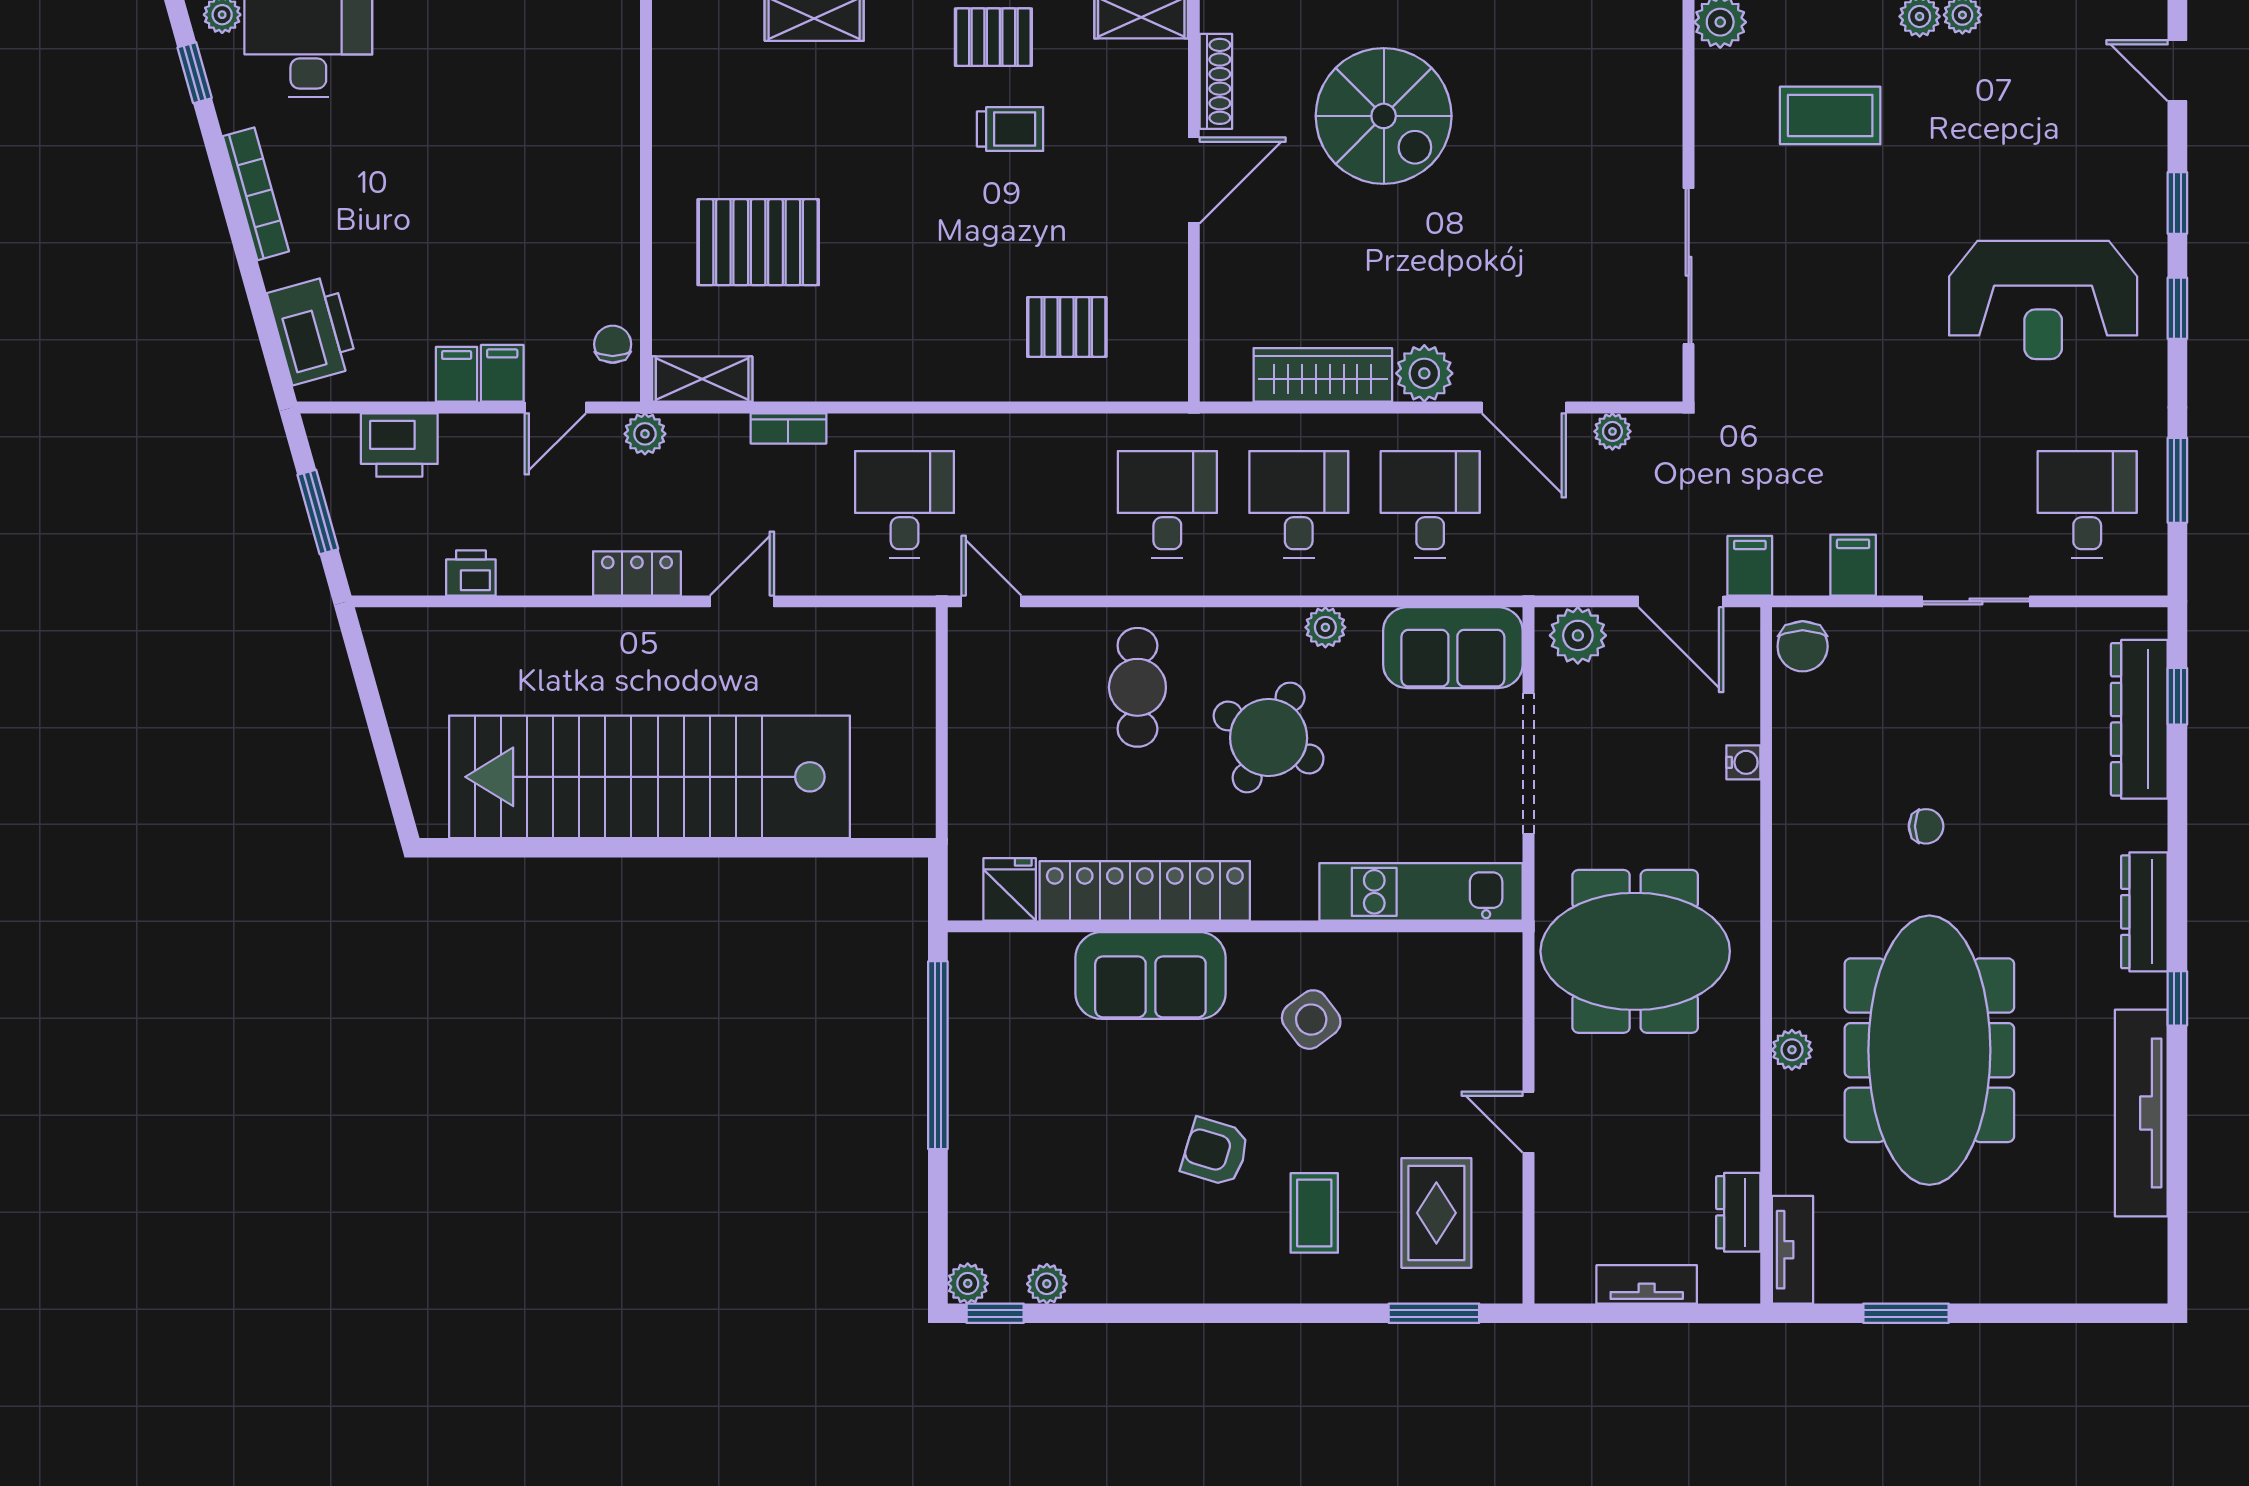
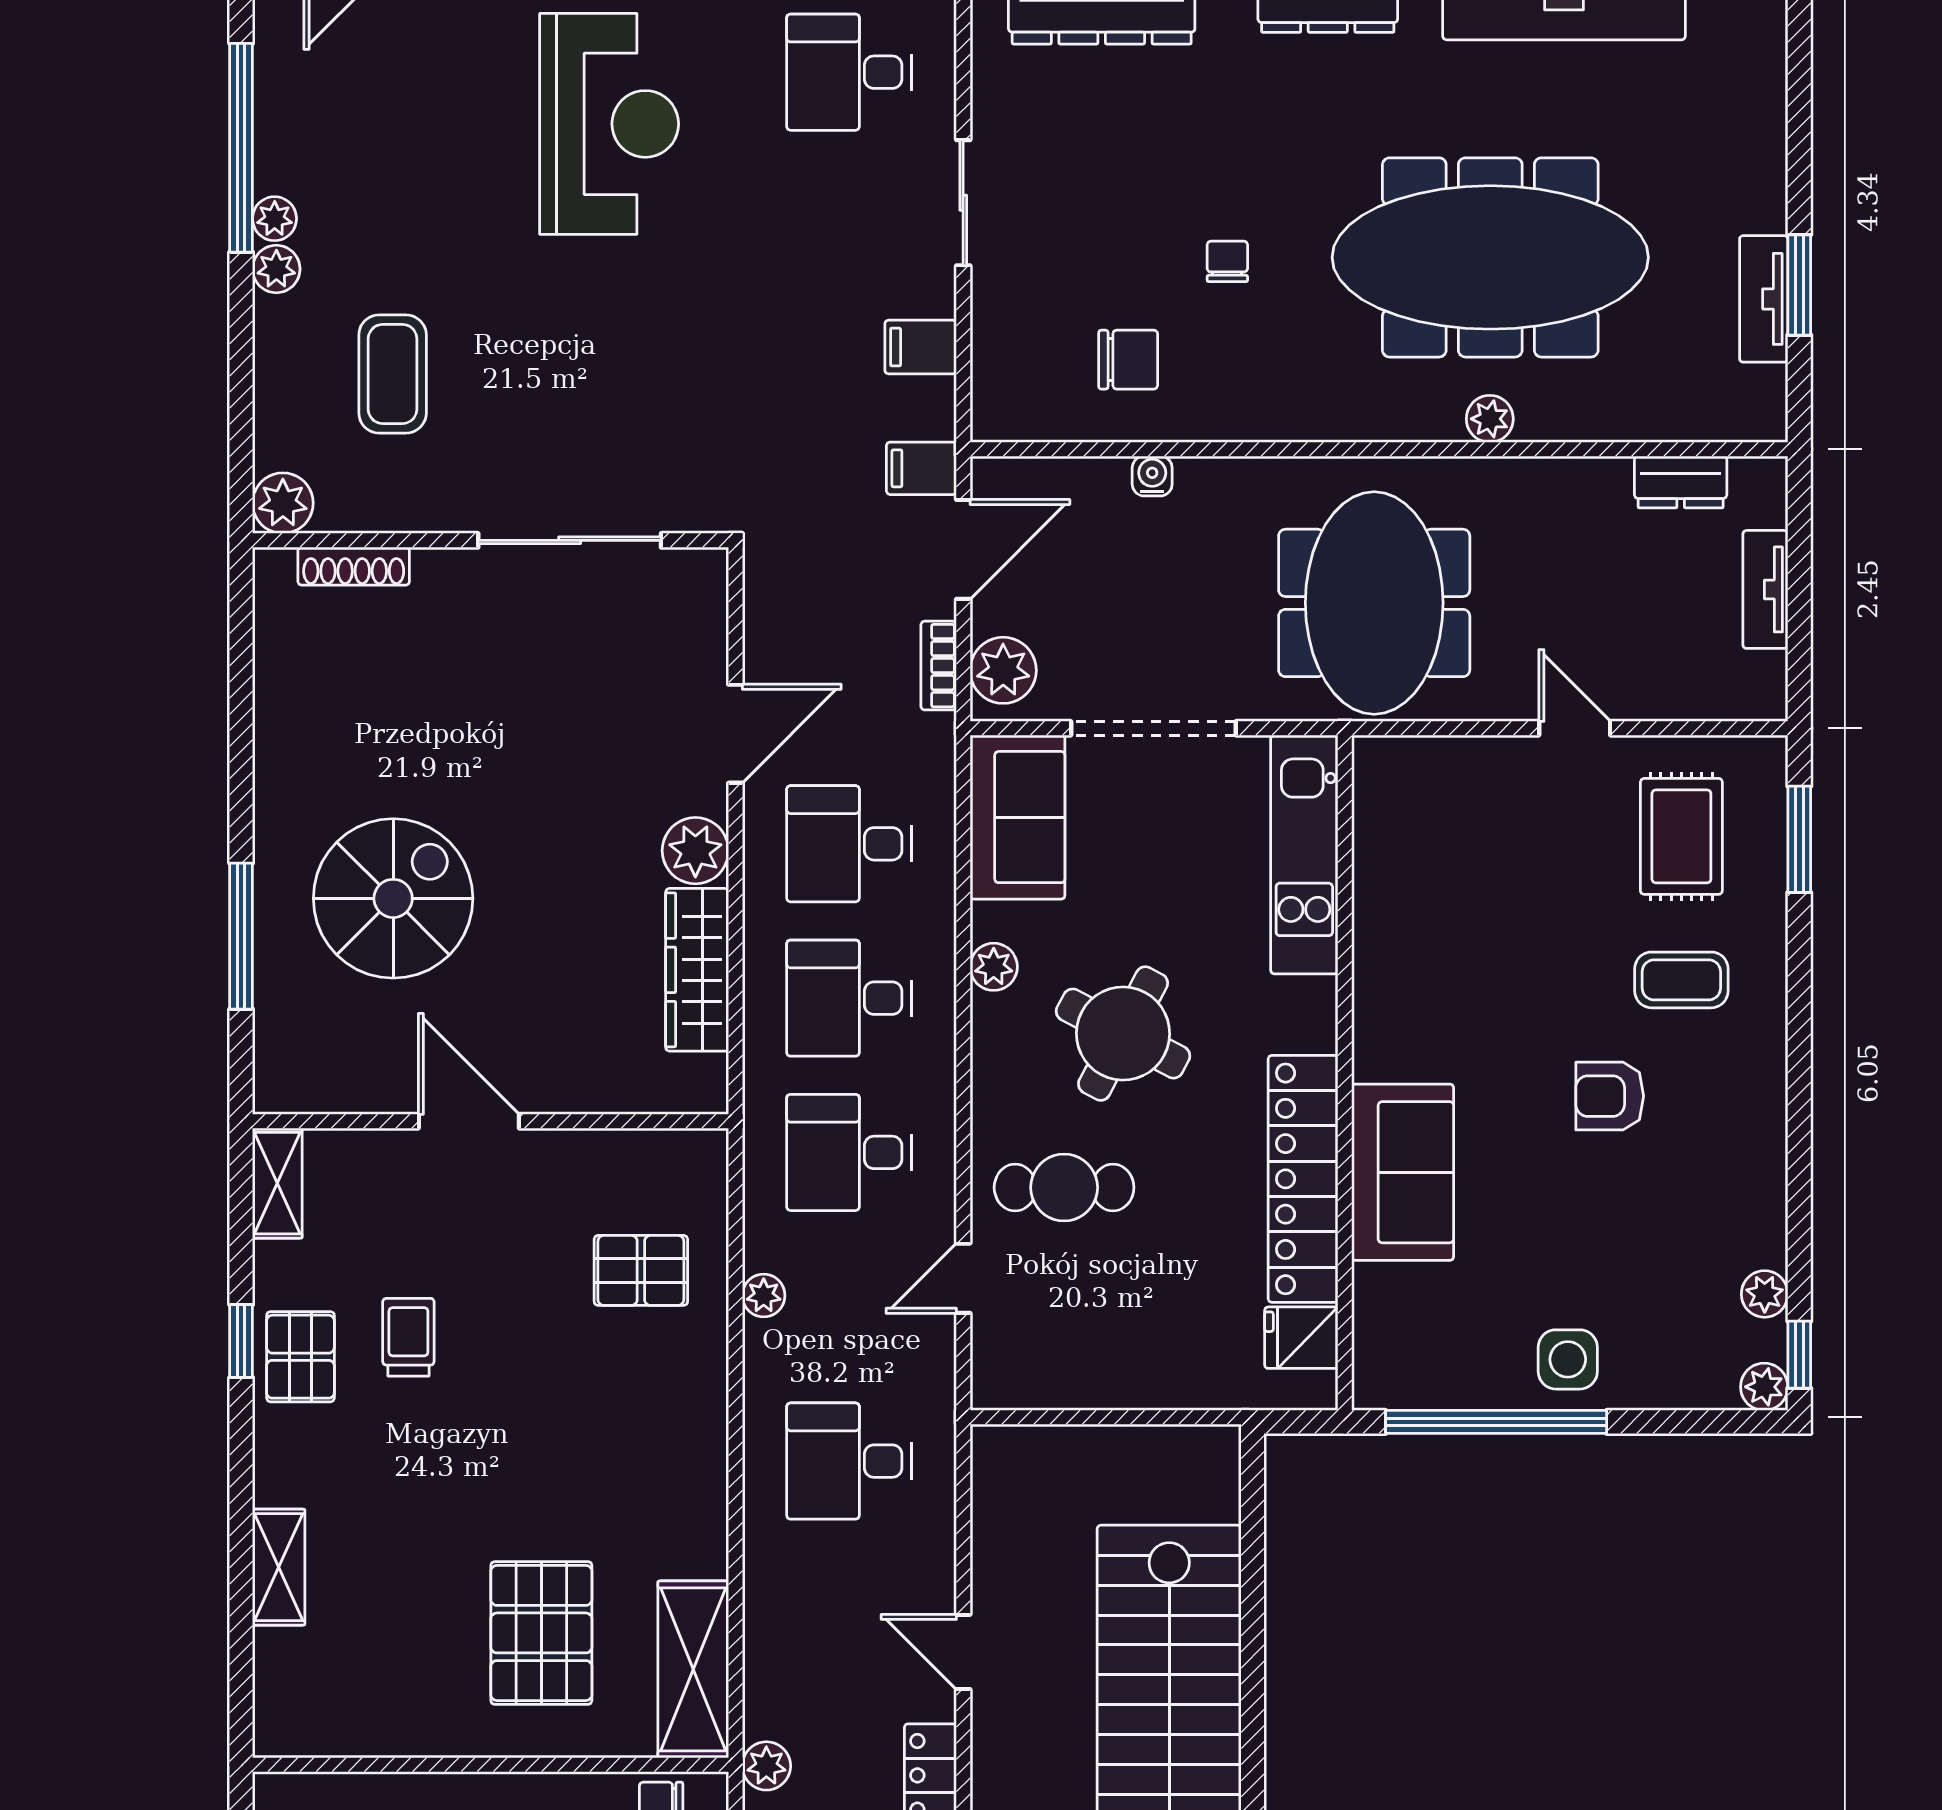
shoe rack: (1216, 81) -> (354, 566), moved, turned 180
pallet: (1067, 327) -> (641, 1270), turned 90
shelving: (702, 379) -> (693, 1669), width x1.50, depth x1.33
bookcase: (788, 428) -> (939, 666), moved, turned 180
plant: (1612, 431) -> (764, 1296), moved
door: (991, 601) -> (963, 1278), moved
chair: (1803, 646) -> (1128, 360), moved
side table: (1311, 1020) -> (1568, 1359), moved, turned 37
door: (1529, 1122) -> (1575, 728), swing flipped
armchair: (1215, 1152) -> (1610, 1096), turned 73
rug: (1436, 1213) -> (1681, 836), turned 90
tv unit: (1793, 1250) -> (1764, 299), moved, turned -90

